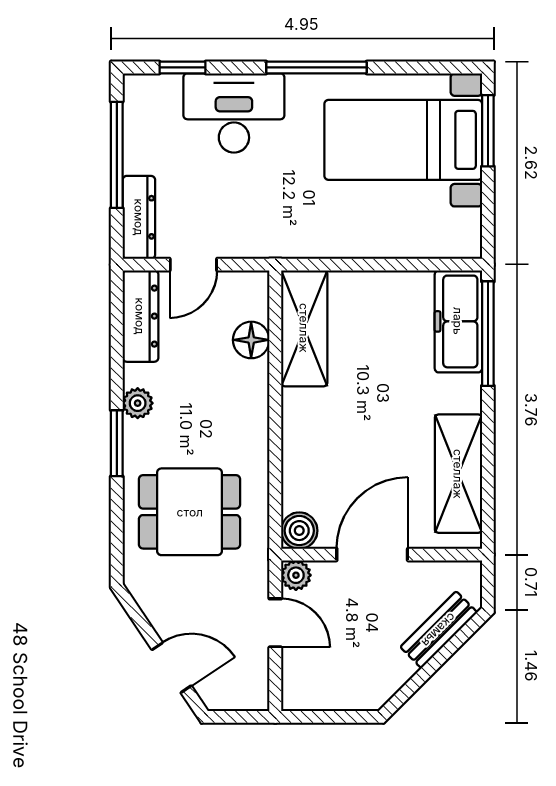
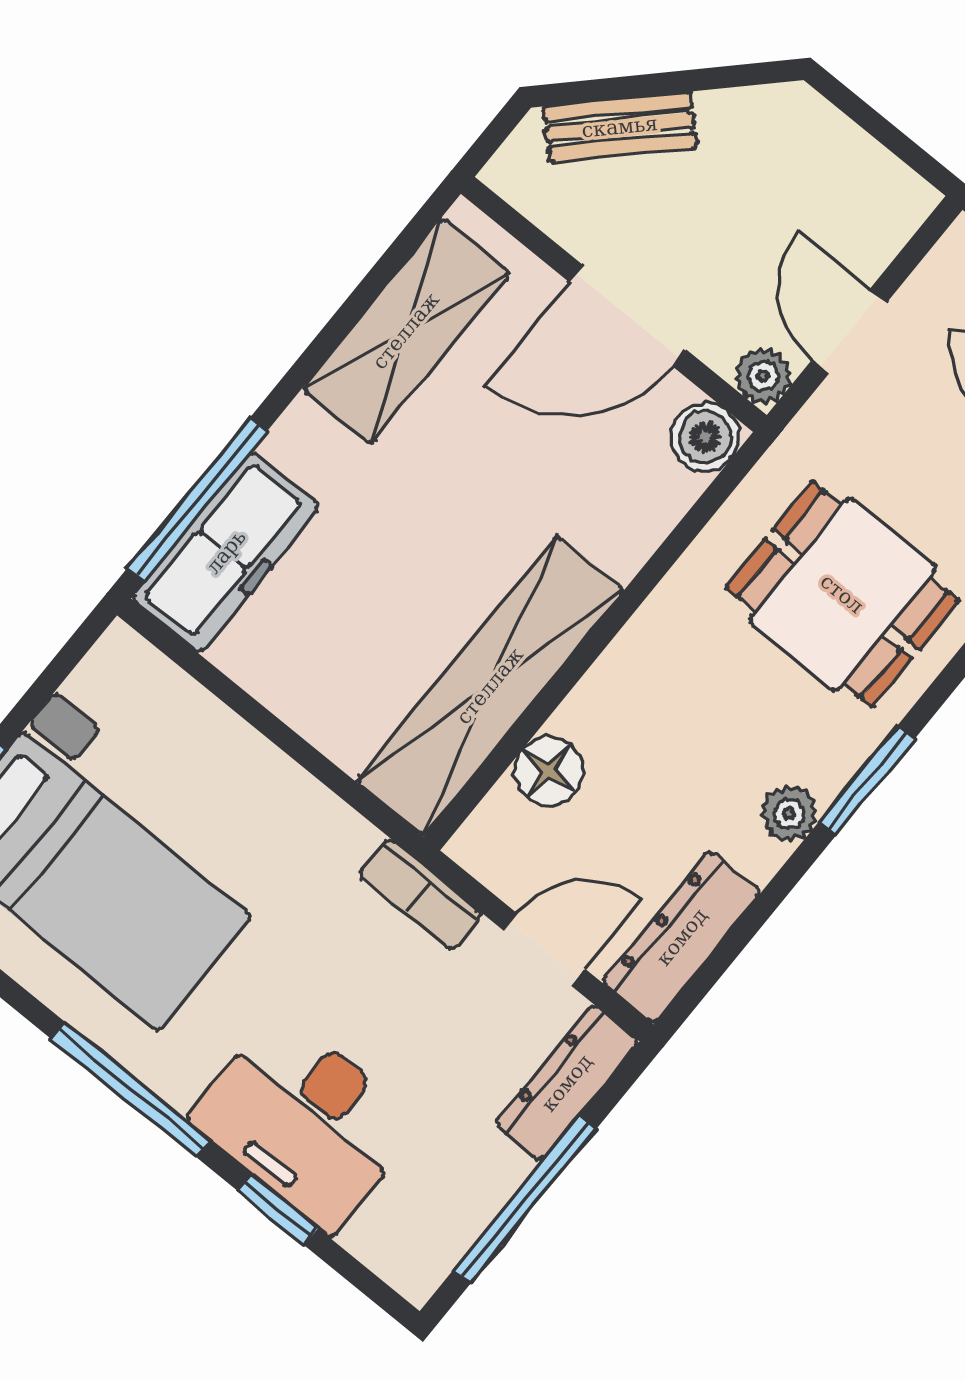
window: (183, 67) -> (278, 1209), moved
bookcase: (263, 246) -> (421, 894), added
shelving: (304, 328) -> (490, 686), width x1.47

